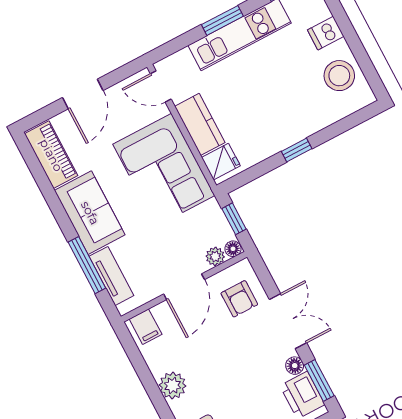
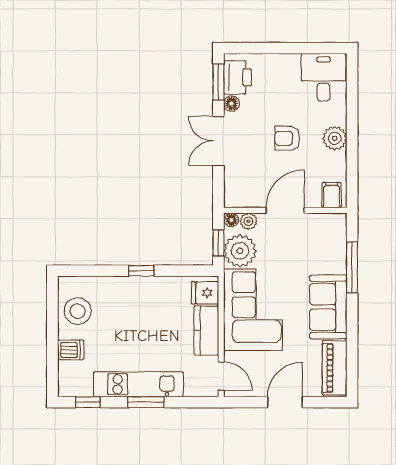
plant: (208, 222) -> (240, 251), added
tv unit: (111, 276) -> (337, 249), removed
armchair: (239, 299) -> (287, 138), moved, turned -90

